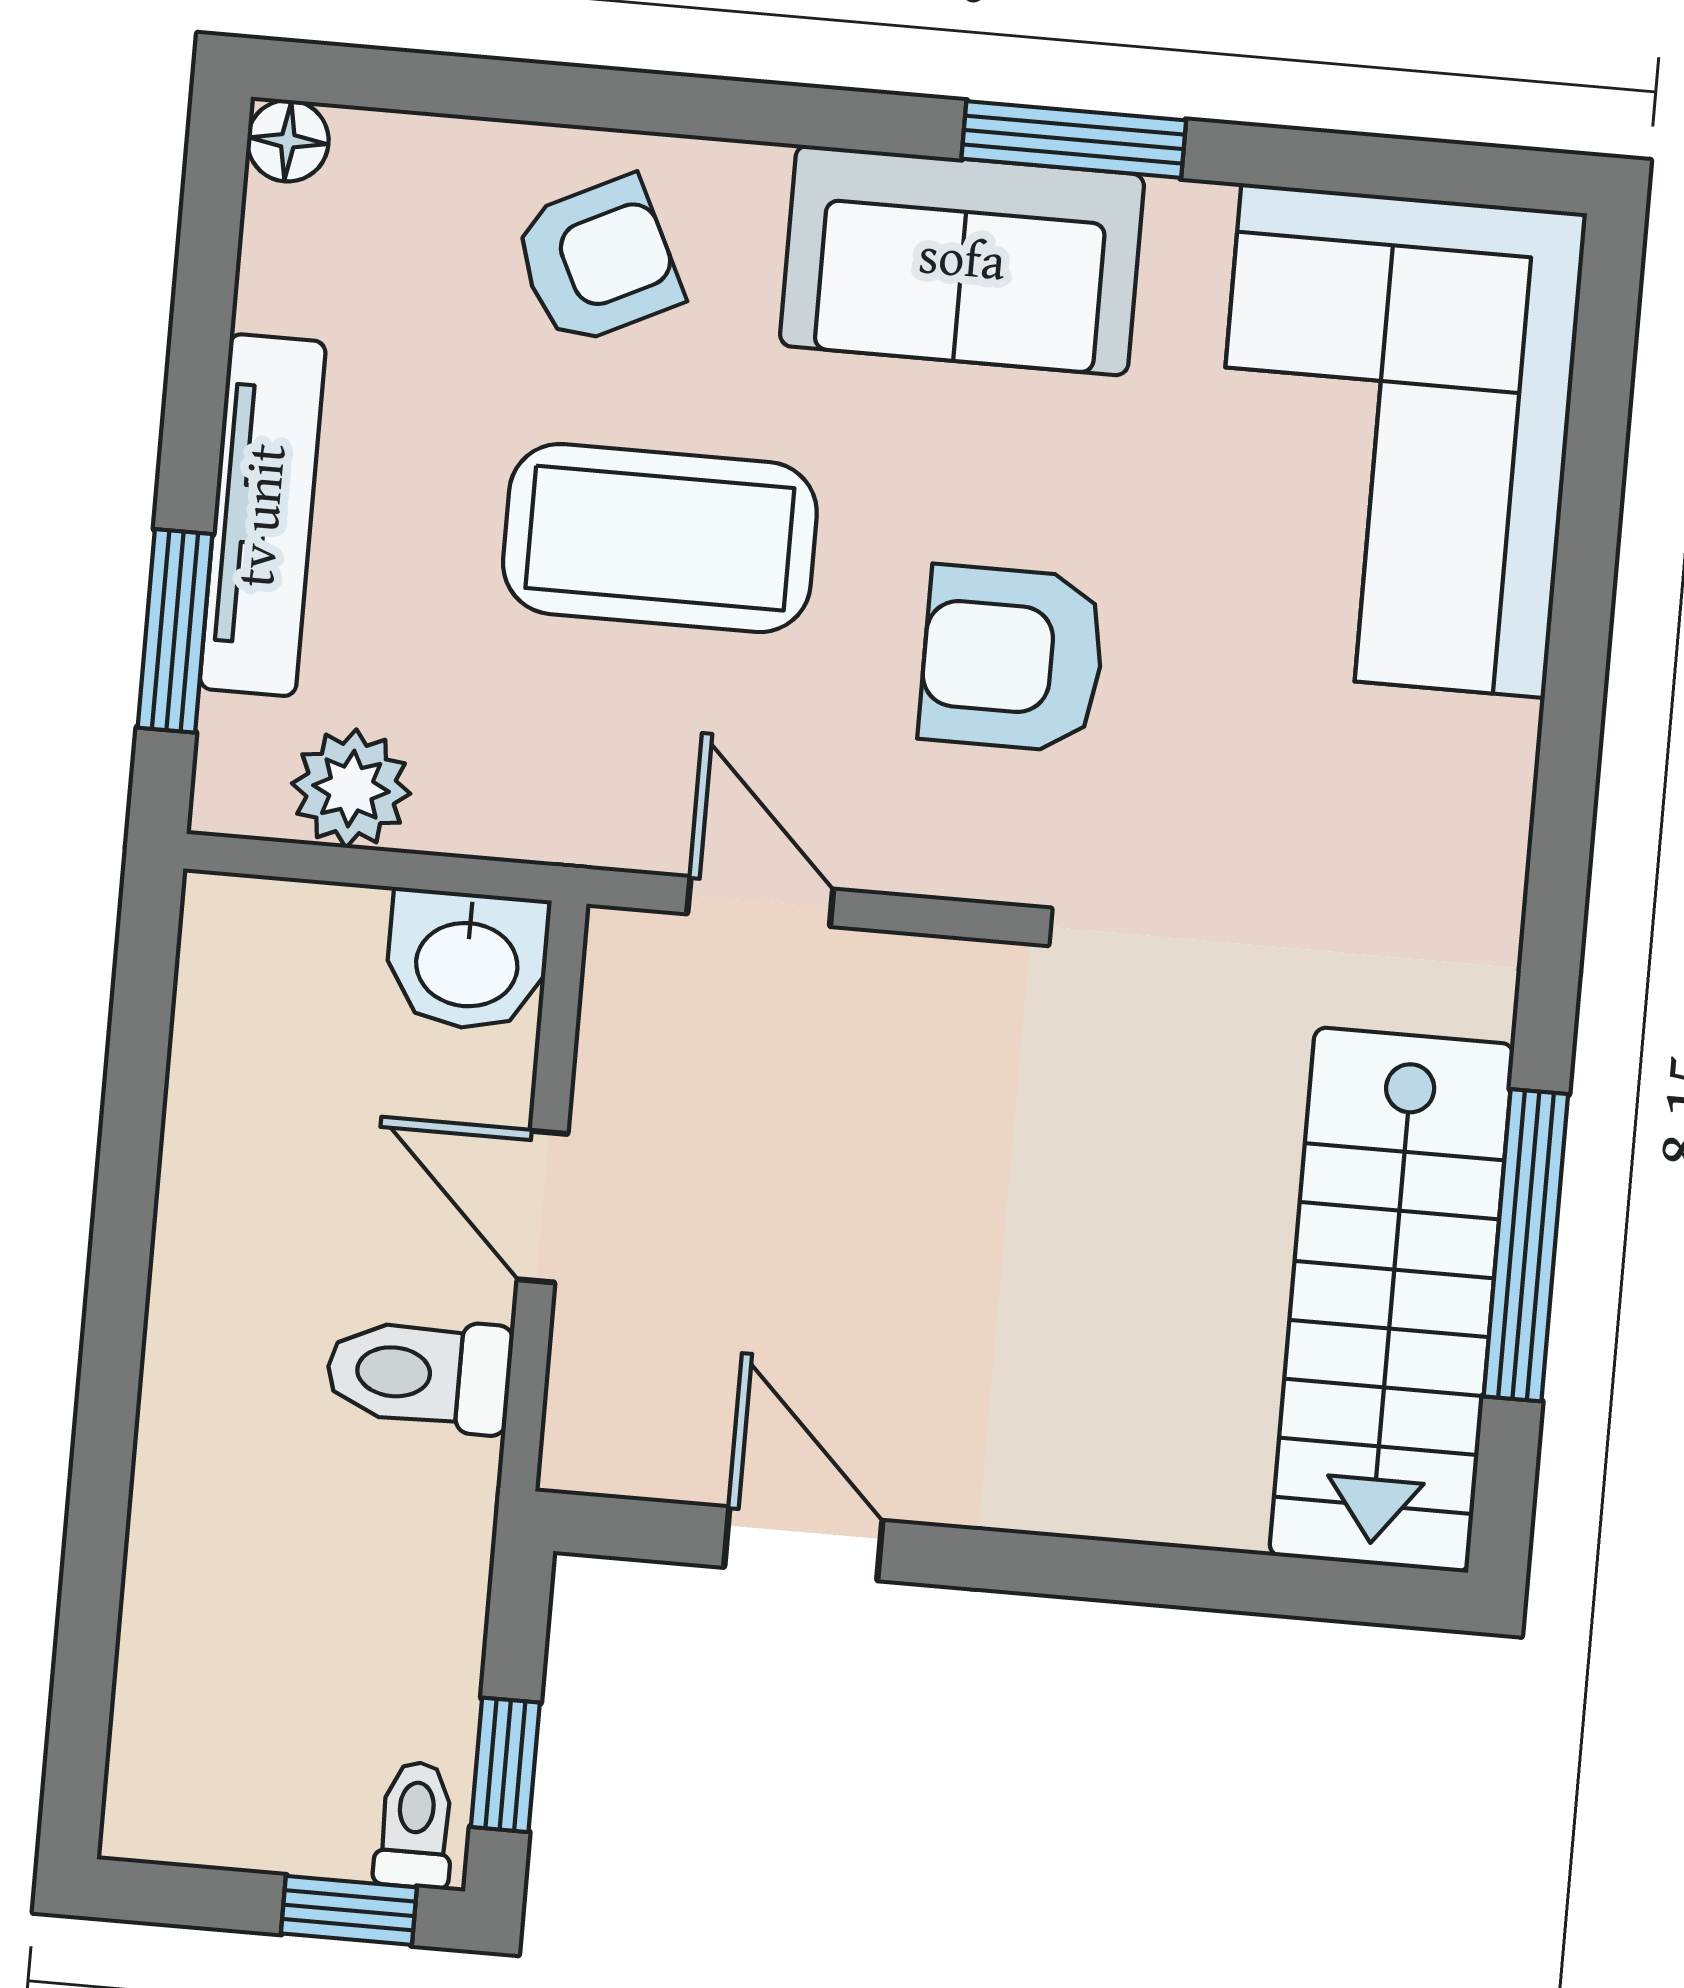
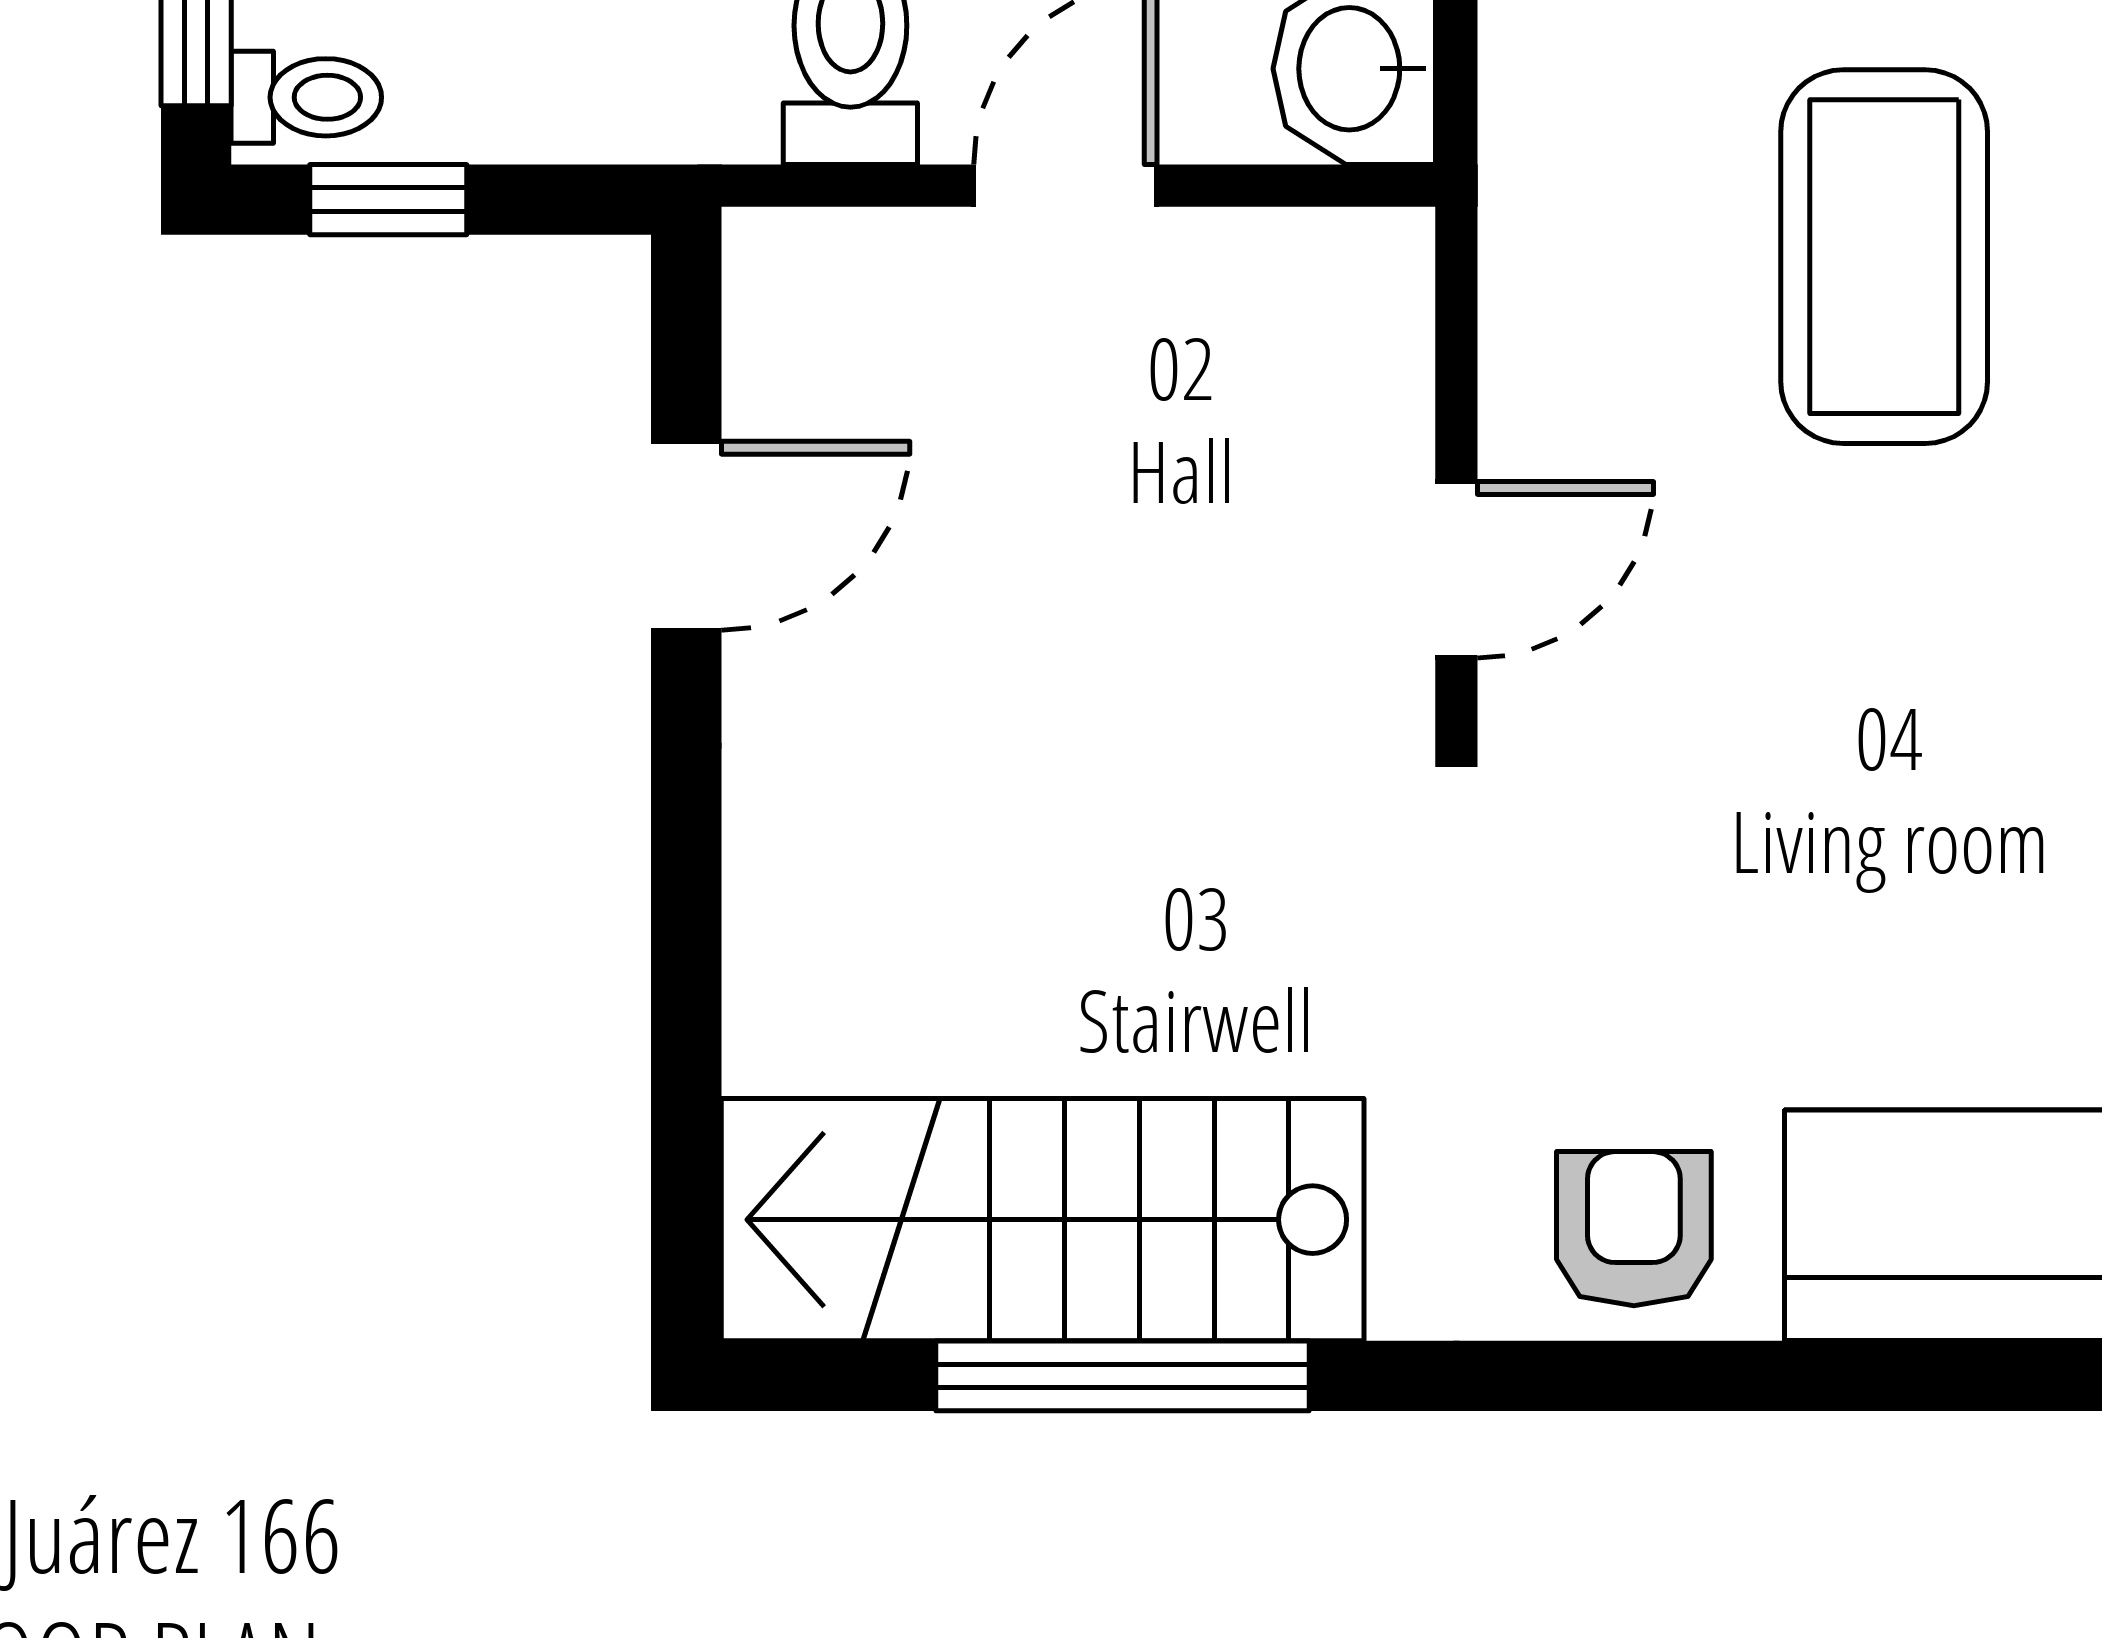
armchair: (1012, 659) -> (1634, 1229), moved, width x0.72, depth x0.72
door: (760, 902) -> (1456, 570), moved

